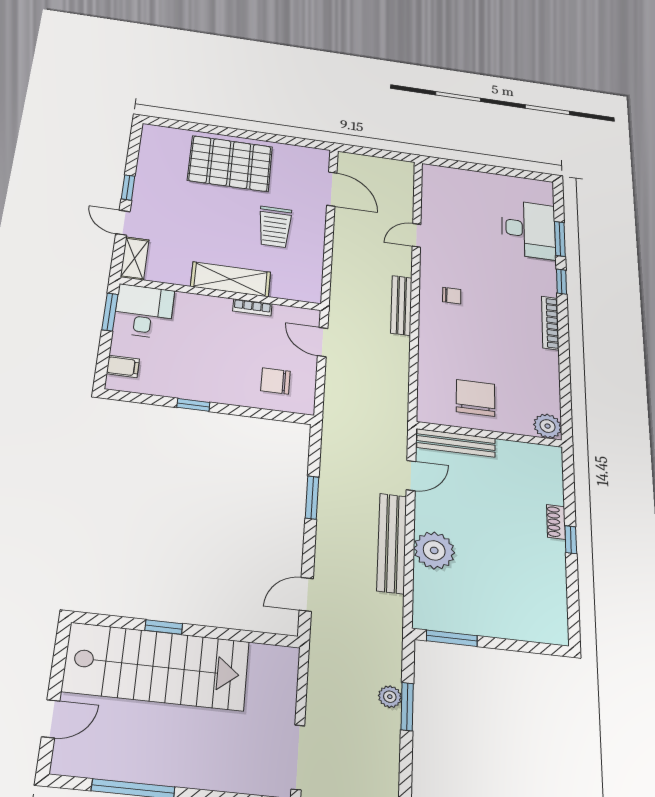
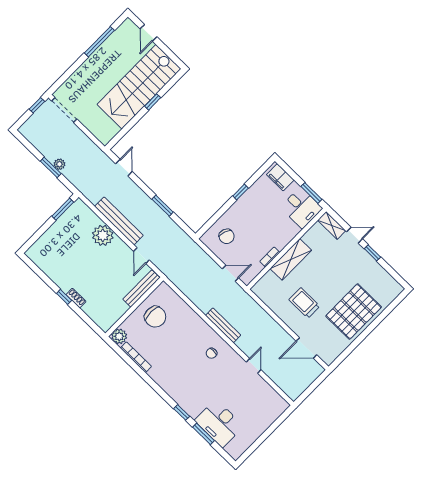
bookcase: (550, 323) -> (136, 357), moved
filing cabinet: (123, 366) -> (280, 177), width x2.00
chair: (276, 381) -> (227, 236), turned 110

